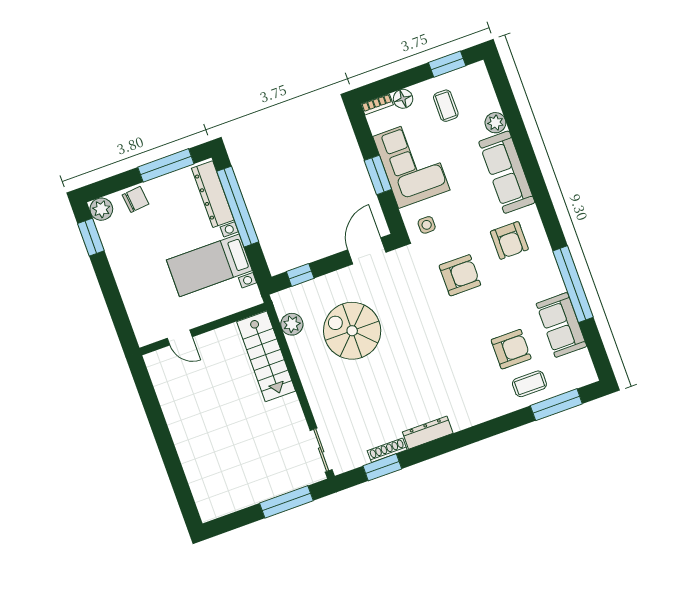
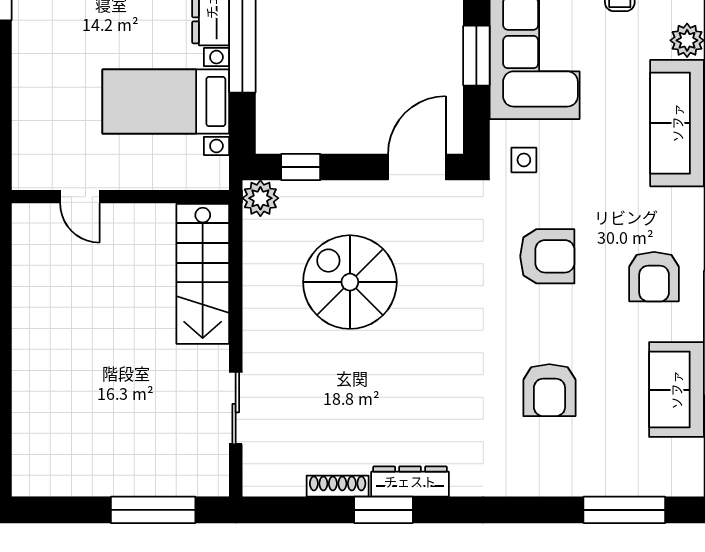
armchair: (509, 240) -> (654, 277), moved
plant: (292, 324) -> (260, 198), moved
armchair: (511, 349) -> (549, 390), moved, turned 90
coffee table: (529, 384) -> (594, 463), removed
sliding door: (321, 450) -> (236, 408), moved
window: (382, 467) -> (384, 510), moved

